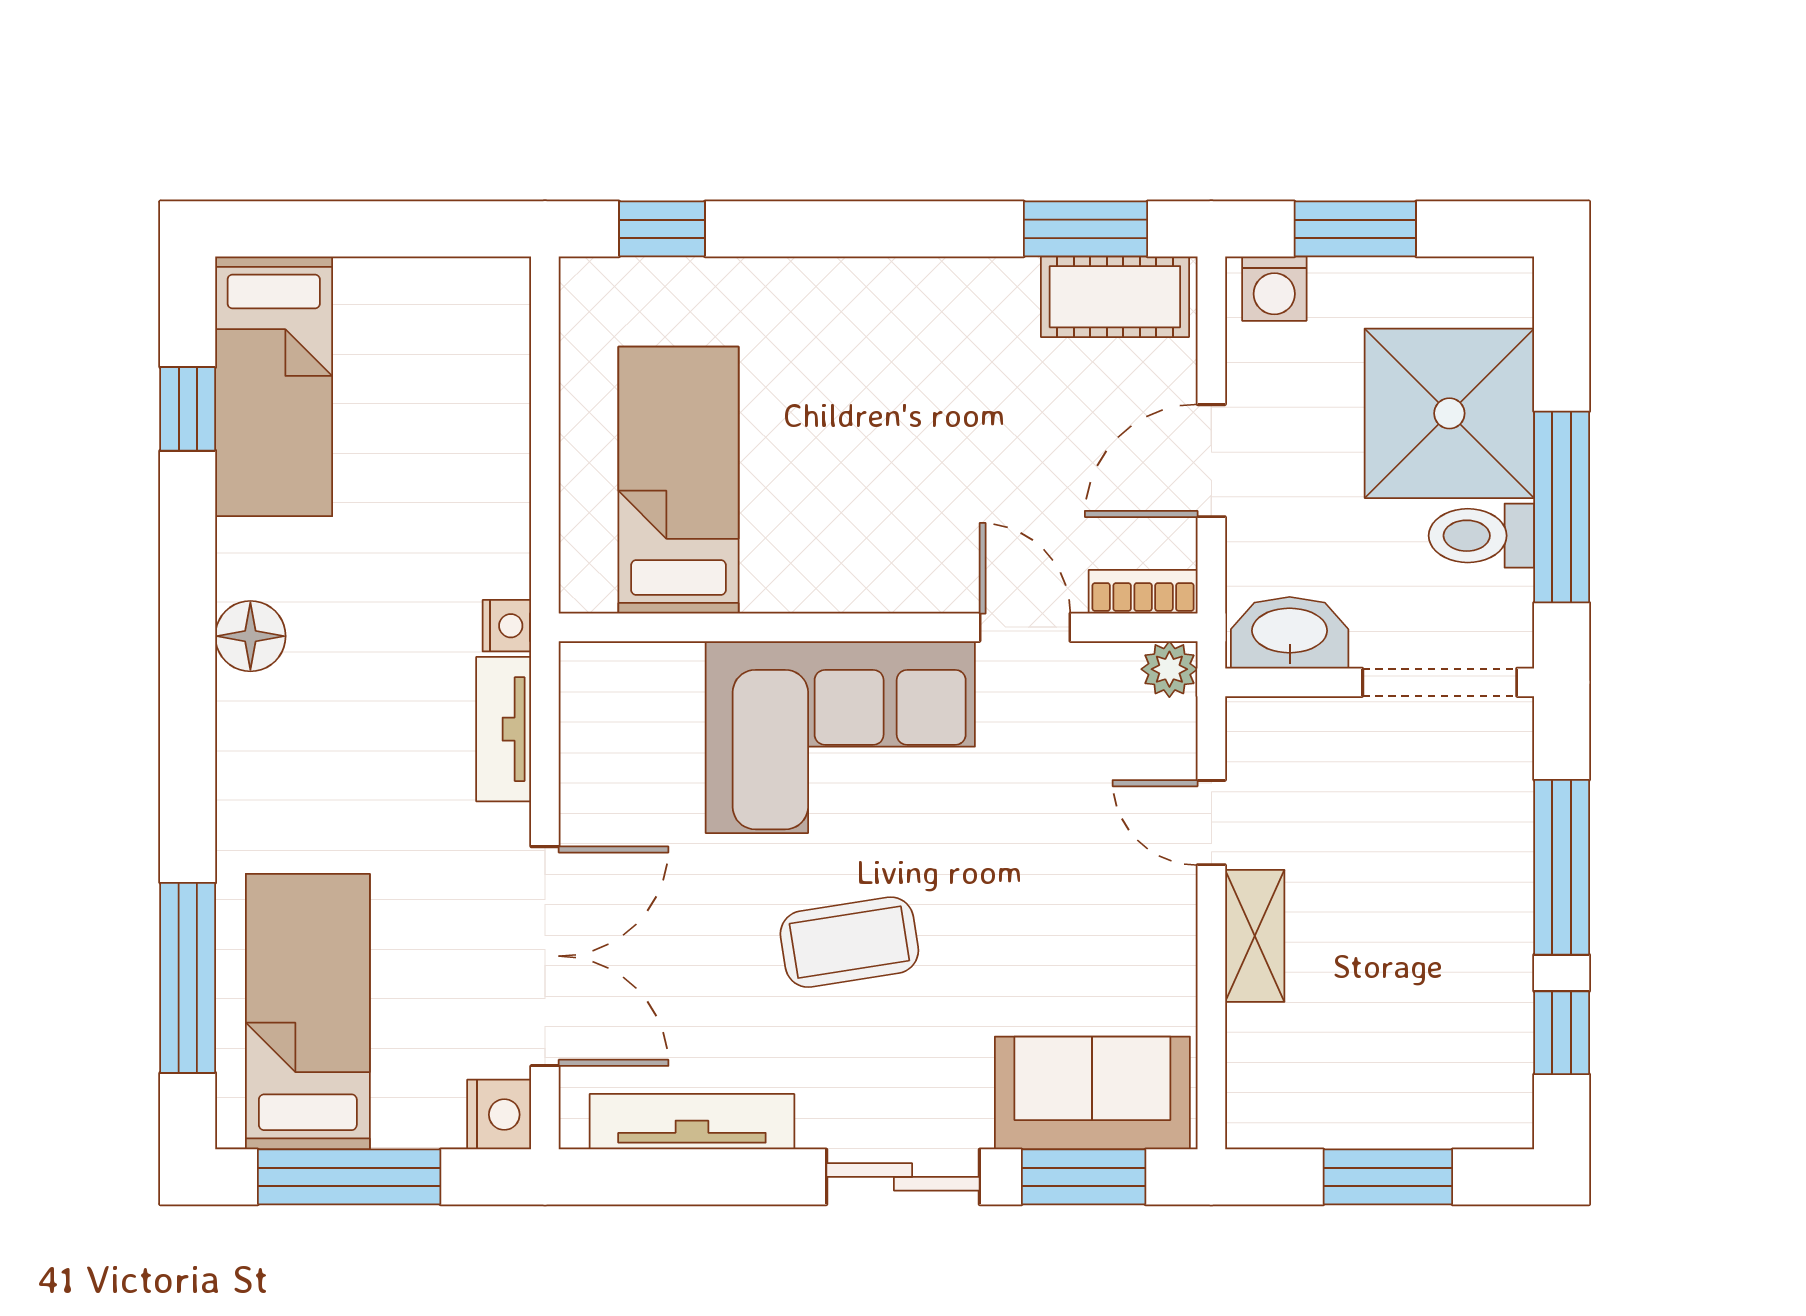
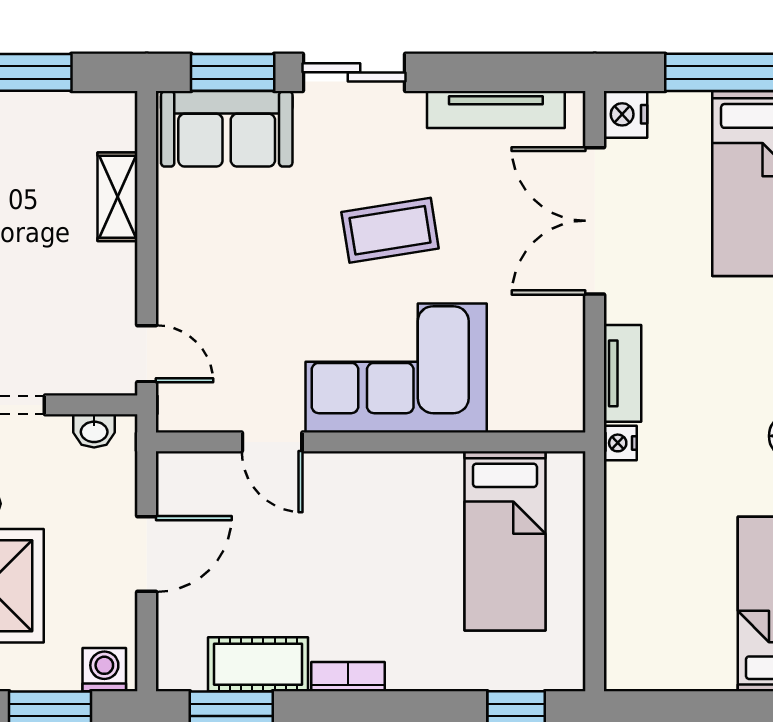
cot: (1115, 297) -> (258, 664), moved
bookcase: (1143, 592) -> (348, 677), moved, turned 180
washbasin: (1290, 633) -> (94, 431), width x0.52, depth x0.69
plant: (1169, 669) -> (175, 414), removed
door: (1211, 823) -> (147, 354), moved
shelving: (1255, 936) -> (118, 197), moved

